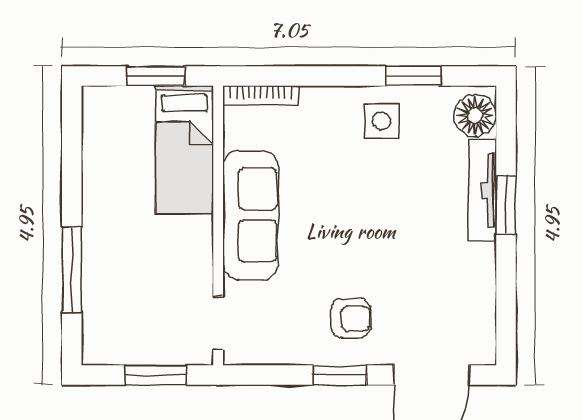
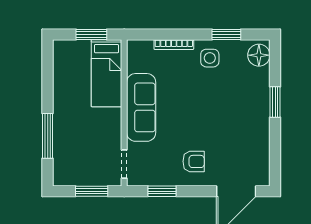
bookcase: (261, 95) -> (174, 45), moved
tv unit: (482, 190) -> (263, 94), removed
window: (340, 375) -> (162, 191), moved

